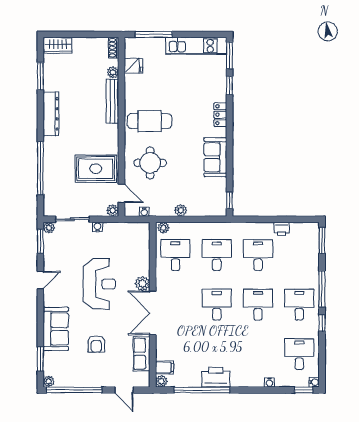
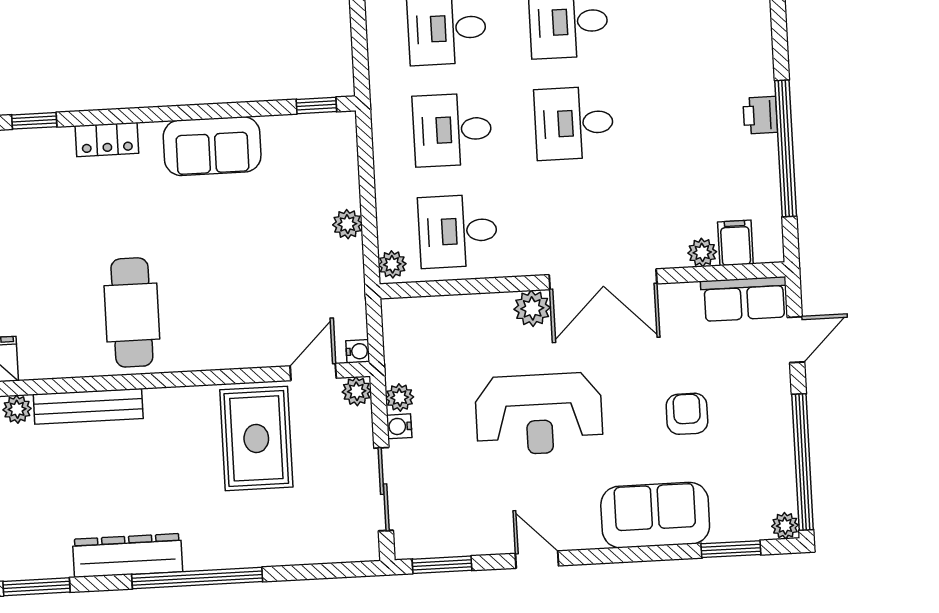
round table: (150, 163) -> (235, 306), removed
window: (40, 168) -> (197, 578), moved
water cooler: (144, 212) -> (358, 351), moved
plant: (49, 228) -> (400, 398), moved
reception desk: (99, 284) -> (539, 414), turned 180
armchair: (96, 344) -> (687, 414), turned -90
row of seats: (142, 354) -> (744, 299), moved
printer: (216, 377) -> (760, 115), width x0.53, depth x0.68
plant: (161, 381) -> (702, 252), moved

